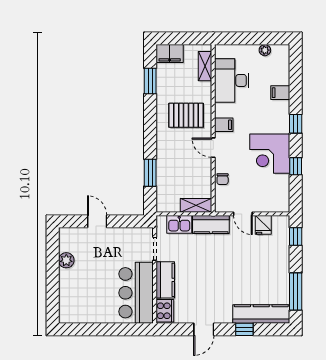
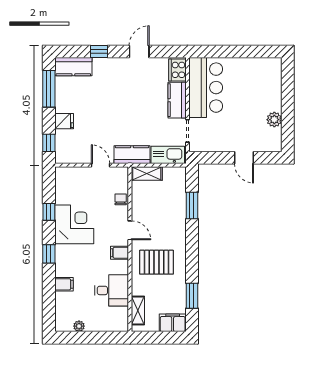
desk: (232, 80) -> (112, 290), width x0.73
kitchen sink: (179, 224) -> (168, 155), width x1.38
fridge: (263, 225) -> (64, 121), moved, turned 90
kitchen counter: (261, 314) -> (73, 67), width x0.67

